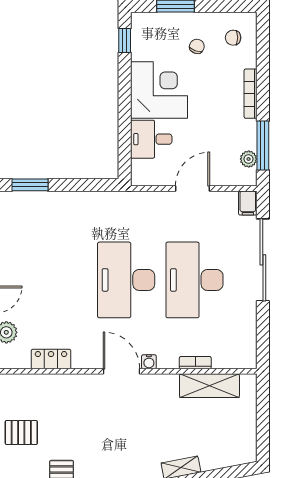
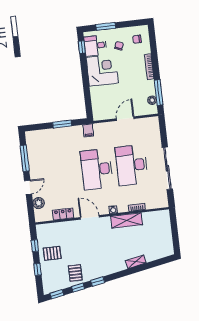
desk: (151, 139) -> (95, 46), moved
window: (30, 185) -> (62, 124), moved
filing cabinet: (248, 203) -> (88, 130), moved
sliding door: (263, 260) -> (167, 168), moved
door: (122, 371) -> (90, 217), moved
shelving: (209, 386) -> (127, 220), moved

